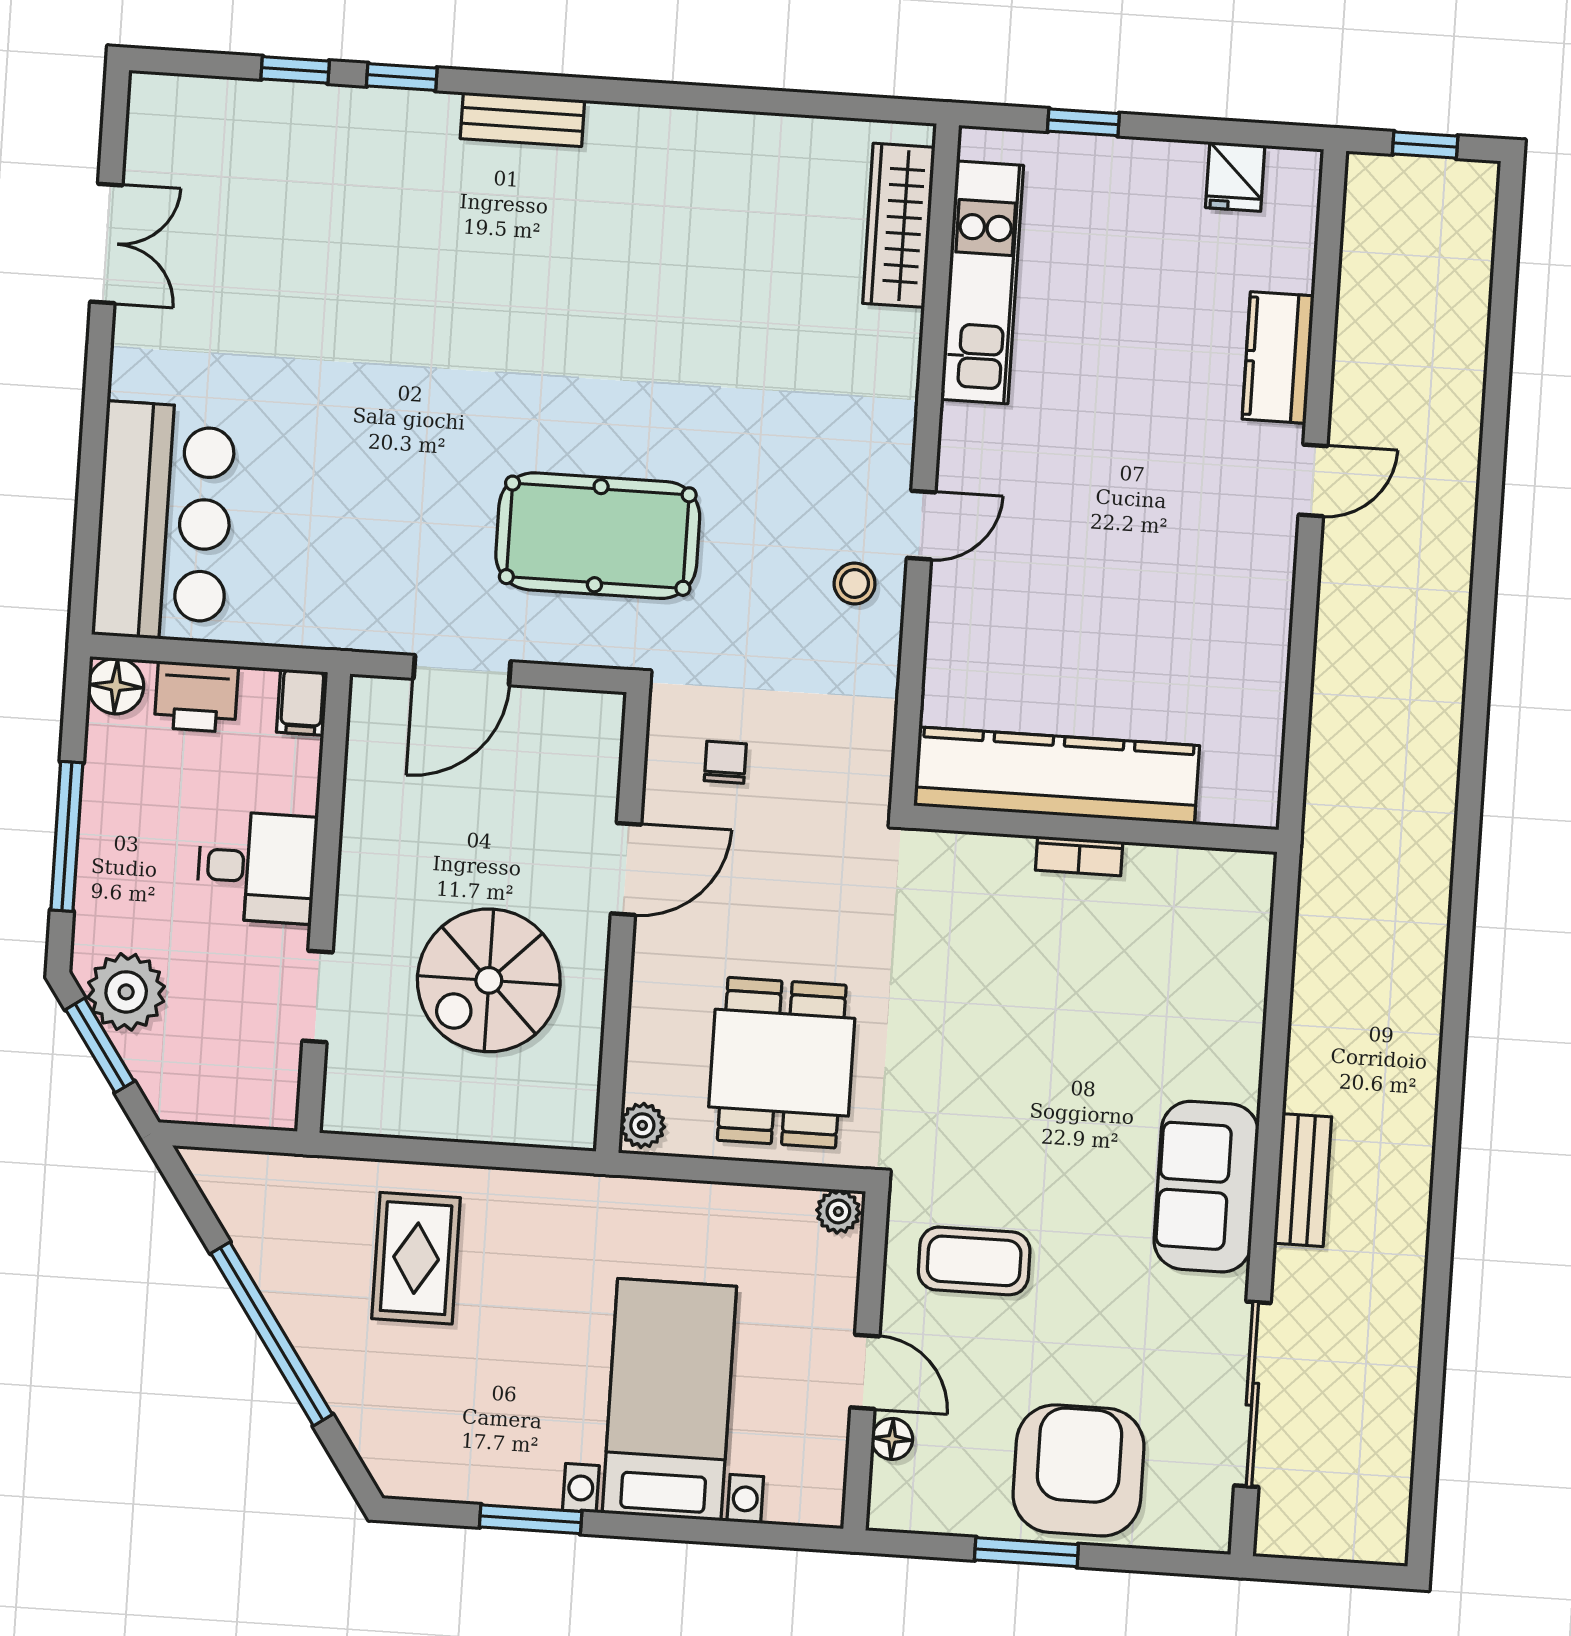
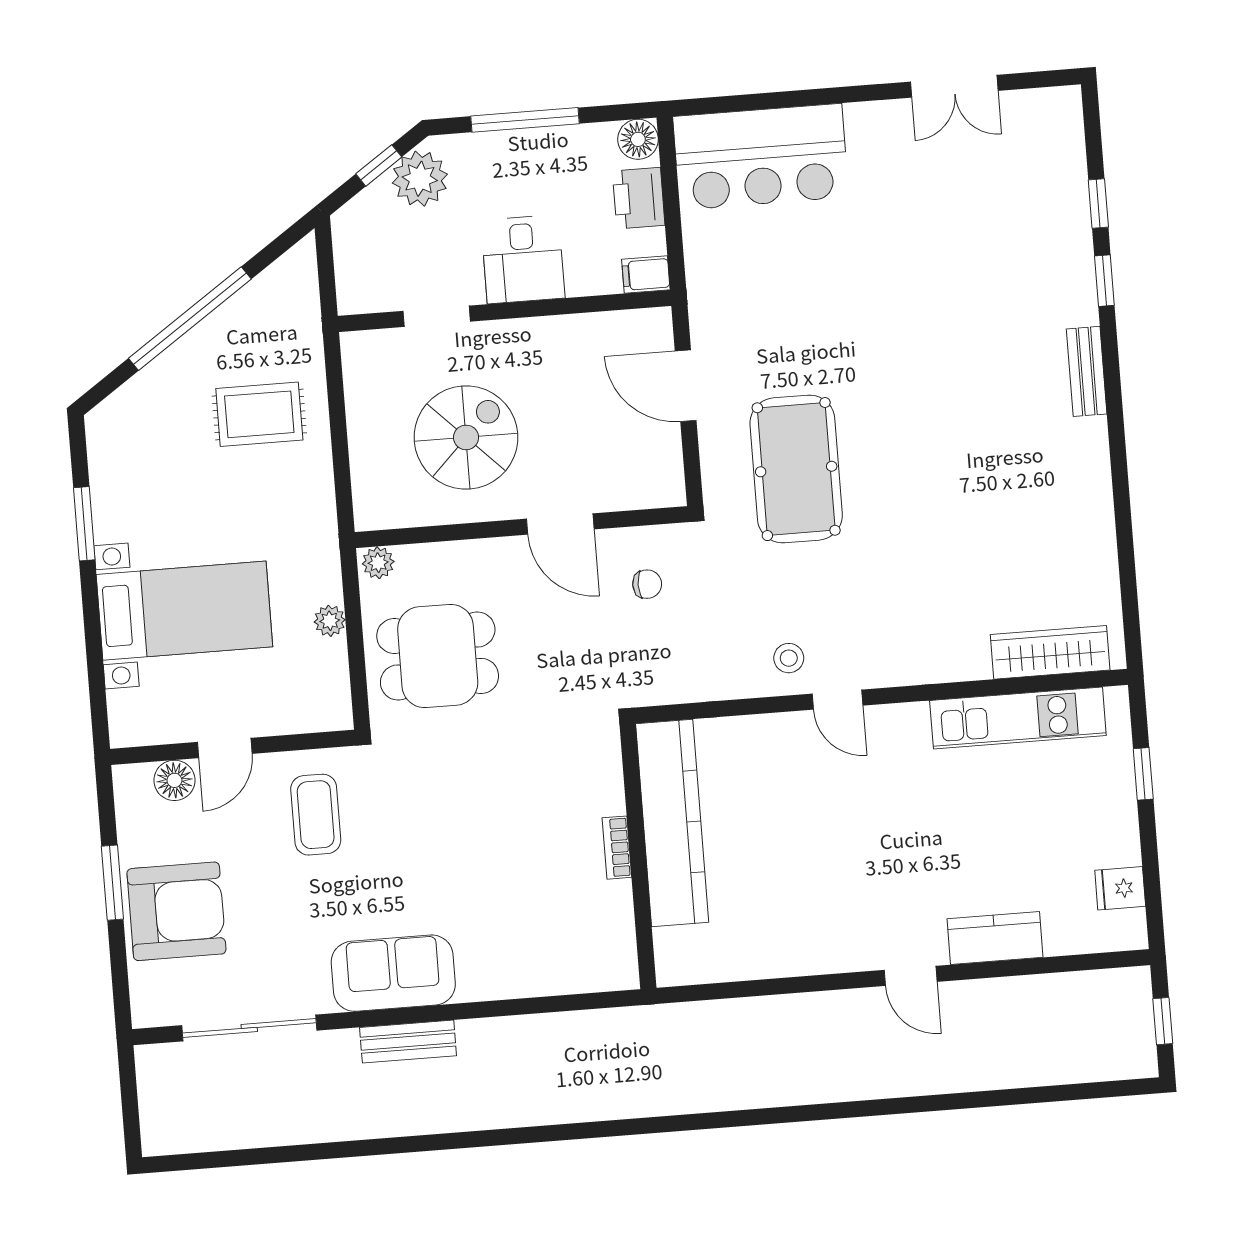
spiral stairs: (489, 980) -> (466, 437), turned 90
window: (100, 1045) -> (379, 165), width x0.67
plant: (838, 1211) -> (330, 621), moved
floor lamp: (892, 1439) -> (174, 780), width x1.37, depth x1.37

